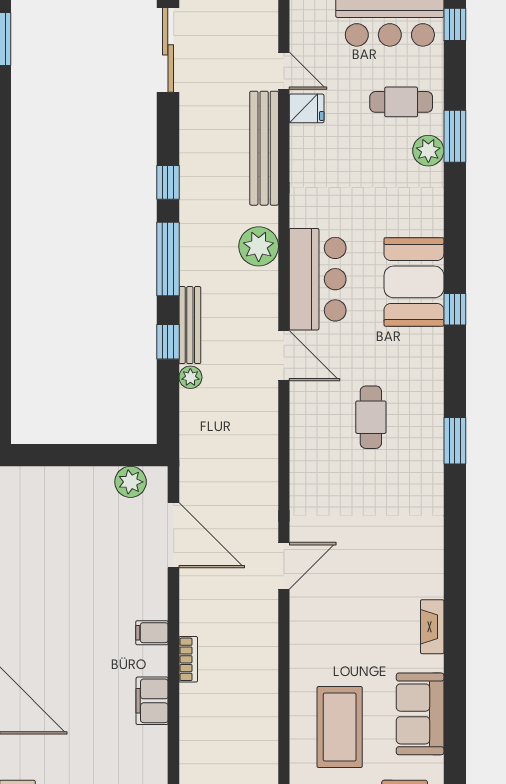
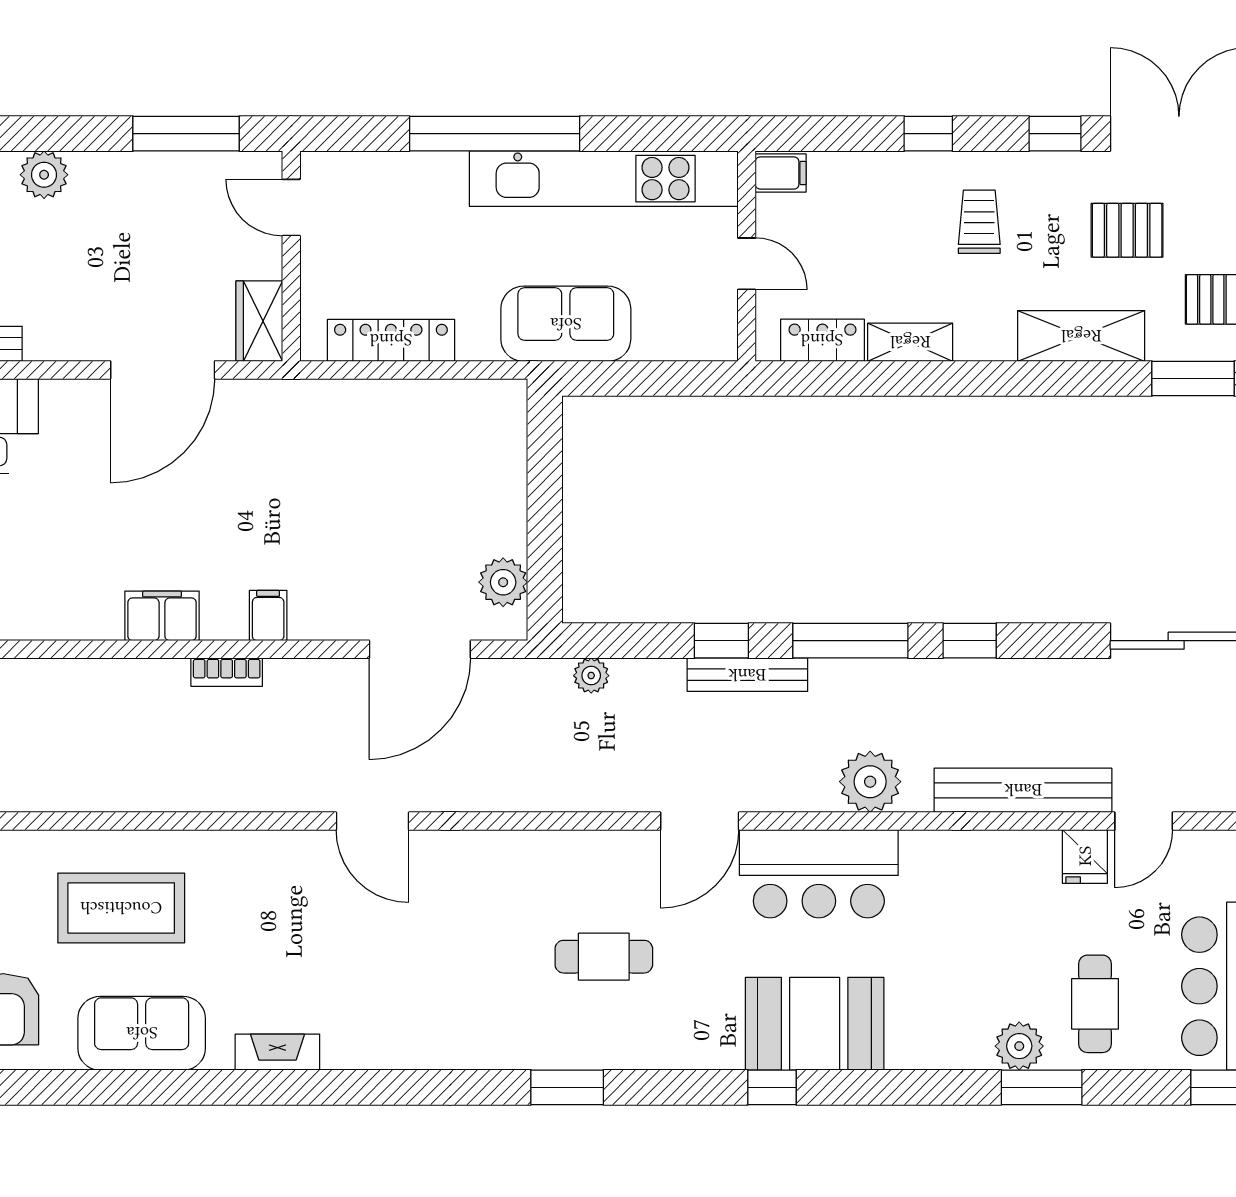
plant: (190, 377) -> (591, 676), moved

